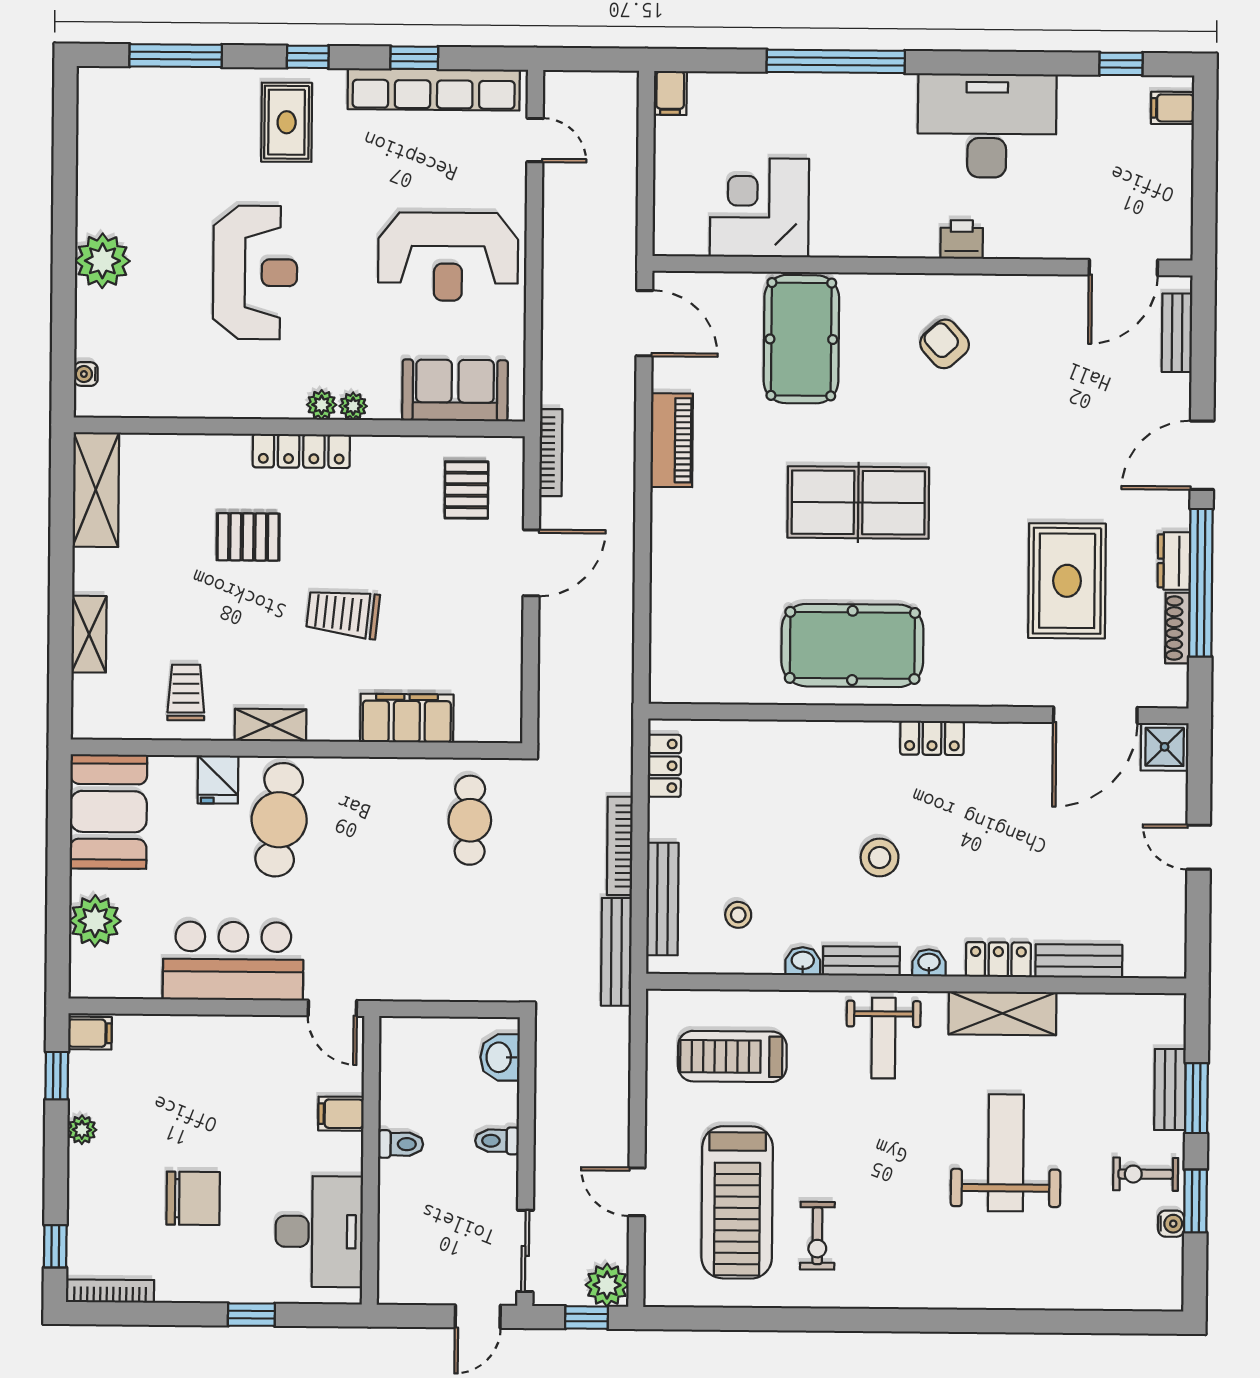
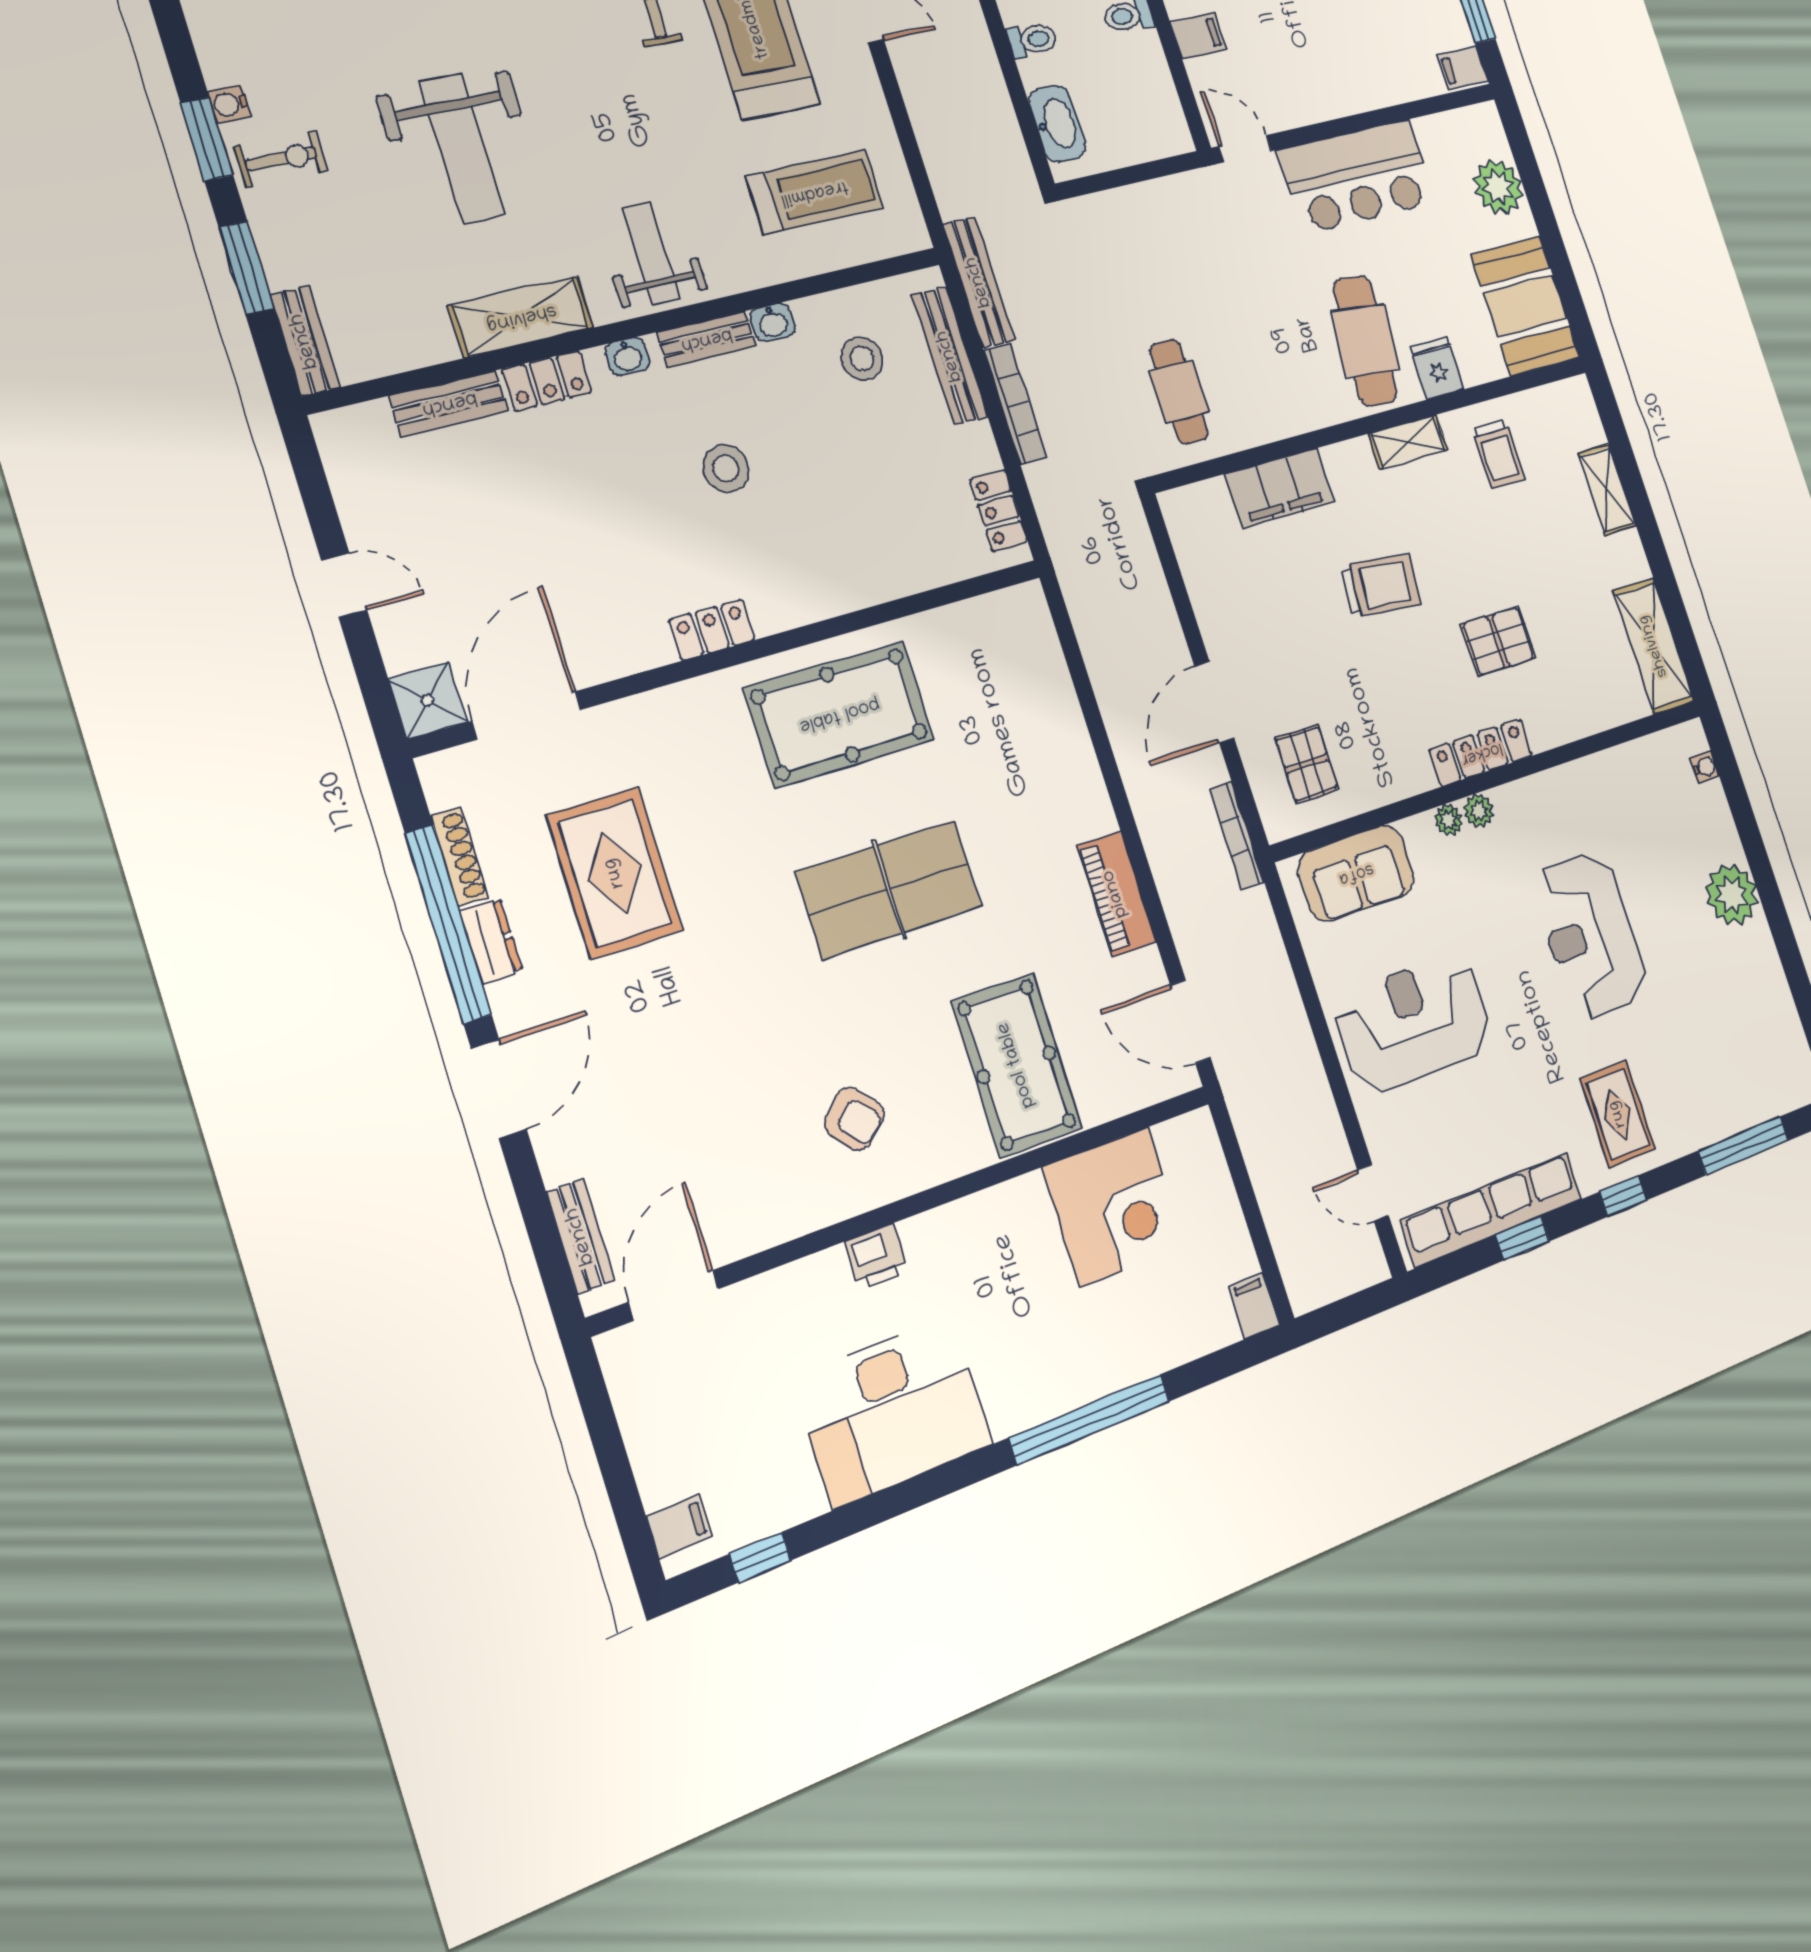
stool: (738, 915) -> (862, 359), width x1.37, depth x1.37
washbasin: (500, 1057) -> (1057, 124), width x1.38
bench: (1170, 1090) -> (305, 341), moved

